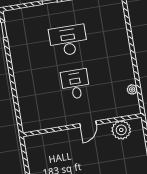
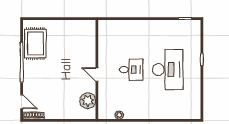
desk: (68, 40) -> (168, 70), width x1.36, depth x1.30

